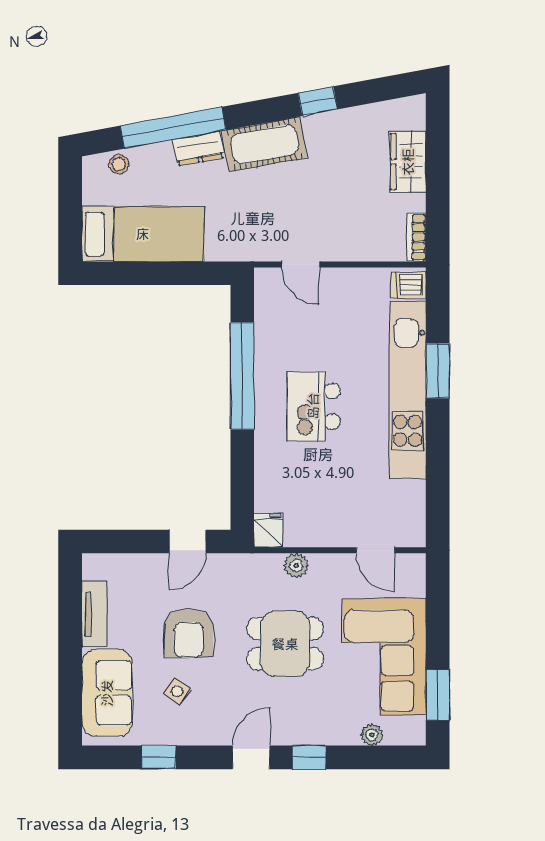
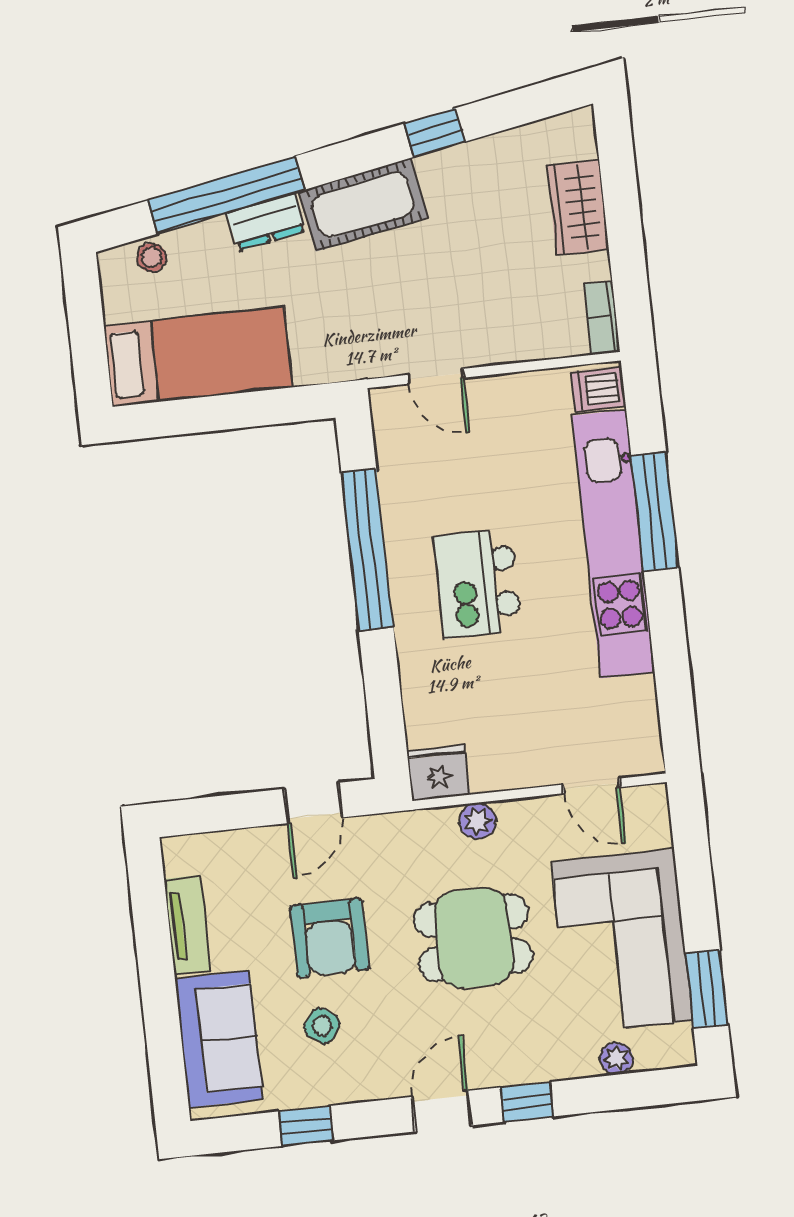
window: (438, 371) -> (655, 511), width x1.44
fridge: (268, 530) -> (438, 773), width x1.38

